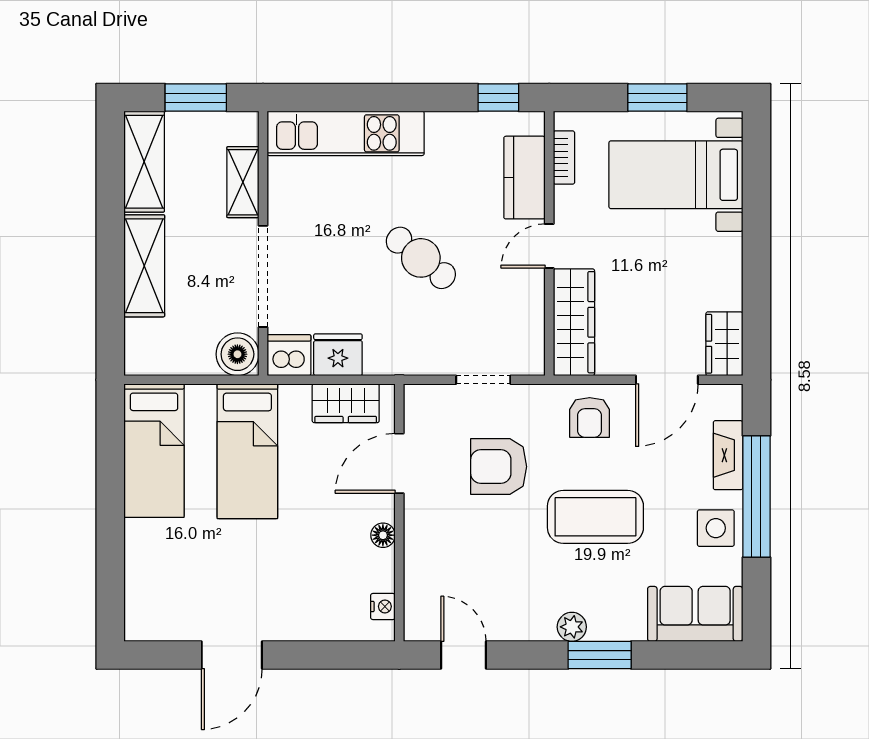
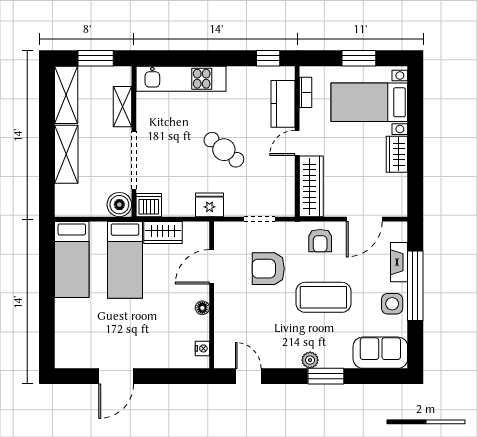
wardrobe: (724, 344) -> (397, 154), moved
fridge: (338, 355) -> (209, 205), moved
wardrobe: (346, 403) -> (163, 233), moved

